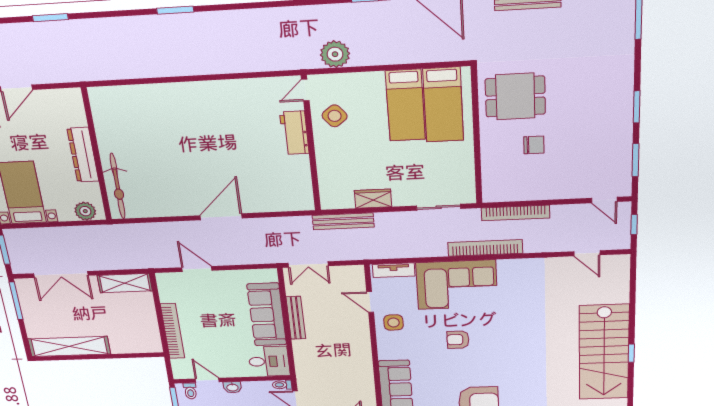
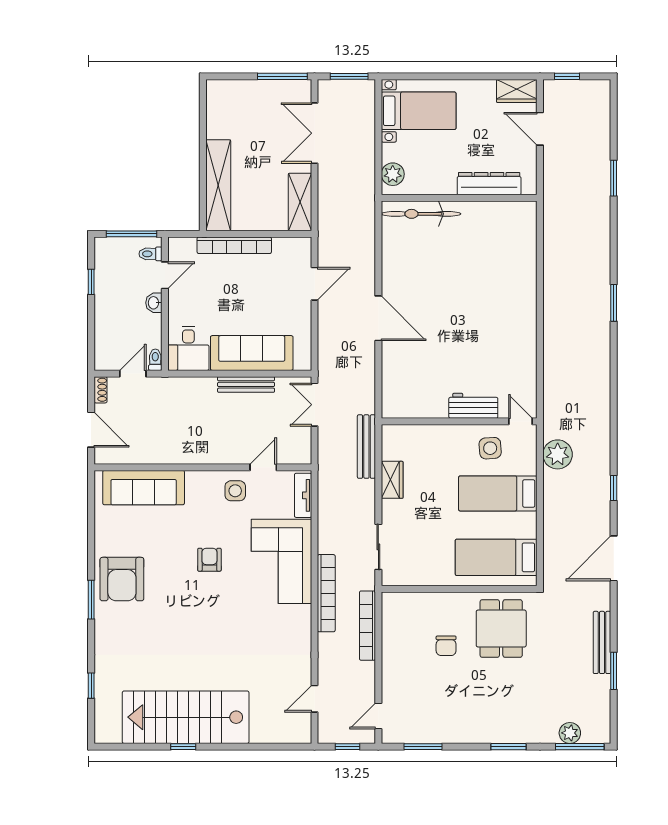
plant: (624, 26) -> (570, 733), added
bed: (405, 105) -> (498, 493), moved
window: (637, 107) -> (508, 747), moved
side table: (335, 116) -> (490, 448), turned 35
dresser: (83, 155) -> (489, 184), moved
shelving: (69, 346) -> (218, 185), moved

